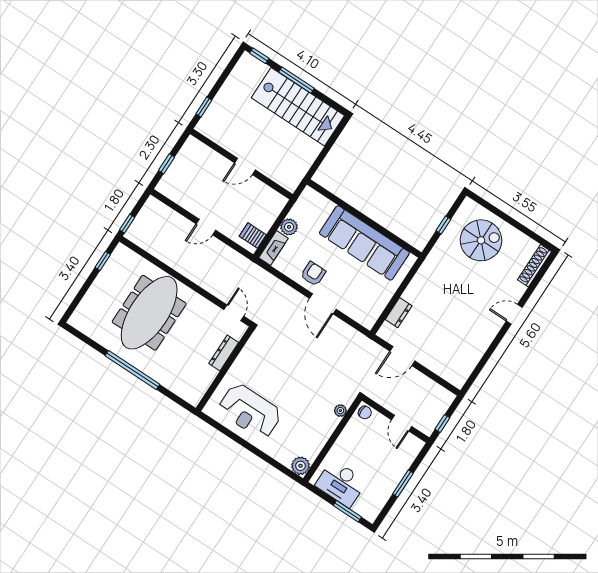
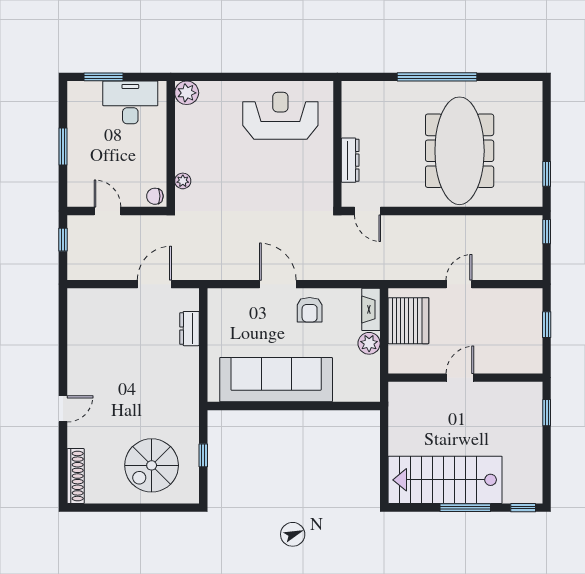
server rack: (253, 236) -> (408, 321), width x2.18, depth x1.44

